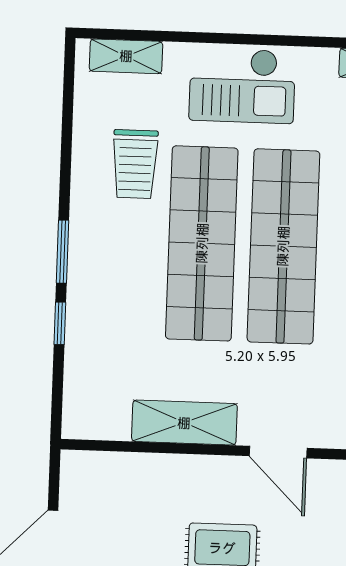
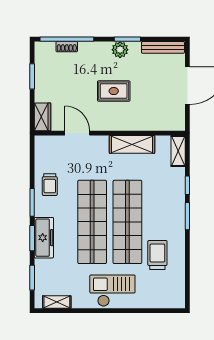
shelving: (126, 56) -> (178, 151), moved, turned 90
door: (278, 452) -> (77, 133), moved

